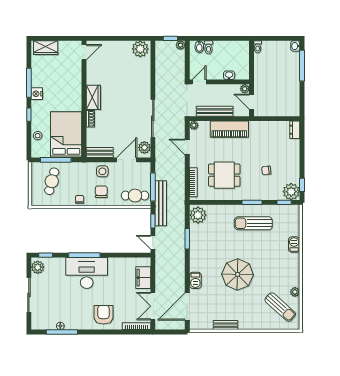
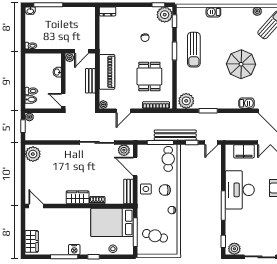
bench: (215, 111) -> (90, 81), width x0.73
desk: (87, 273) -> (240, 190), moved

